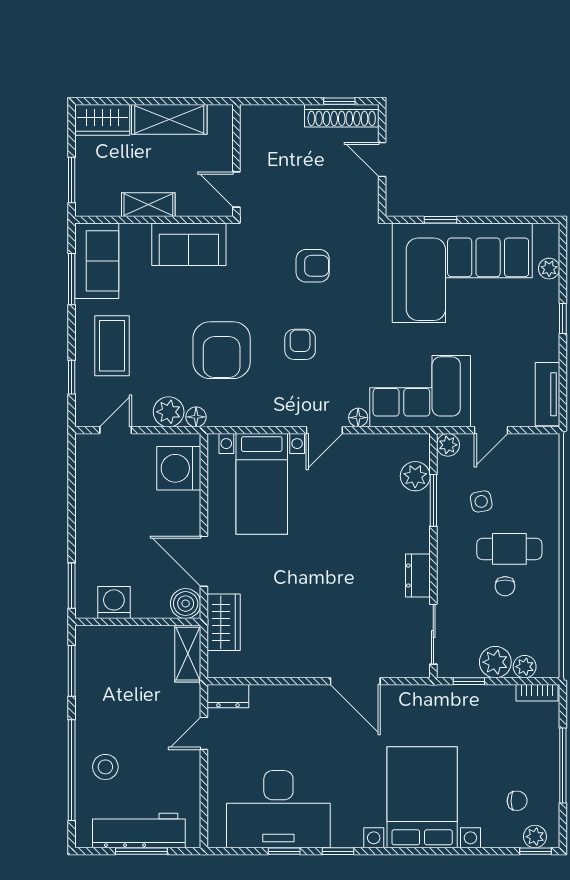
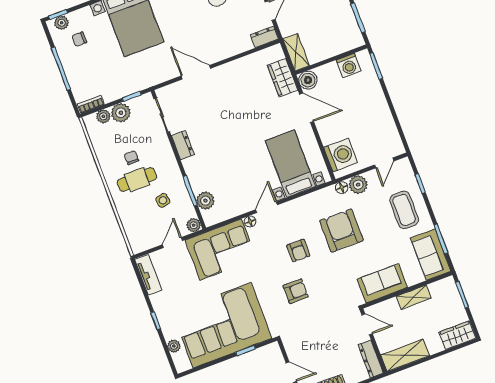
shelving: (169, 119) -> (405, 355), moved
dresser: (251, 134) -> (371, 359), added
armchair: (313, 266) -> (296, 291), moved, turned 180

